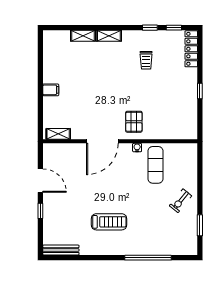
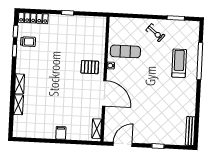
trolley: (146, 60) -> (28, 42), moved
door: (40, 181) -> (123, 144), moved
treadmill: (109, 222) -> (179, 63), moved

